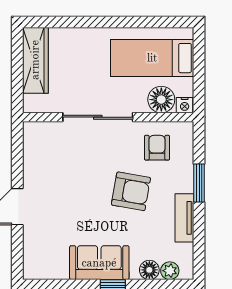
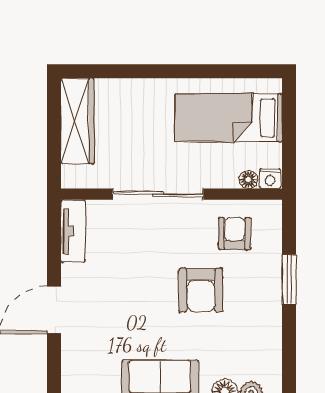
floor lamp: (161, 100) -> (248, 179), width x0.53, depth x0.53
armchair: (131, 191) -> (201, 290), turned 80
tv unit: (184, 218) -> (73, 231), moved, turned 180

